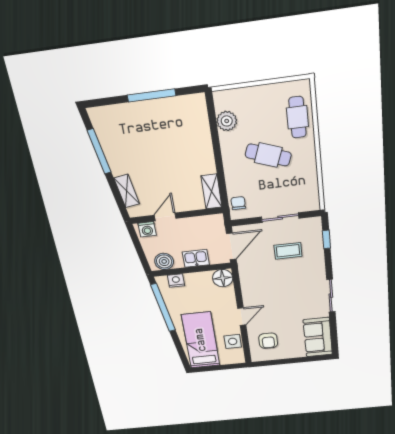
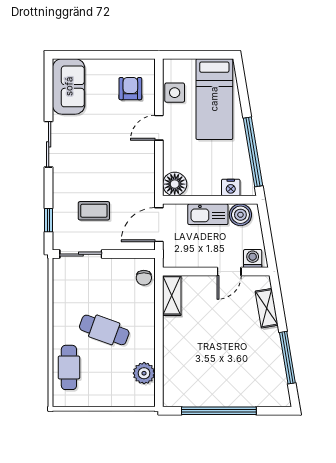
window: (152, 95) -> (219, 411), width x1.46
sliding door: (280, 218) -> (81, 254), moved
kitchen sink: (196, 258) -> (208, 214), width x1.38

